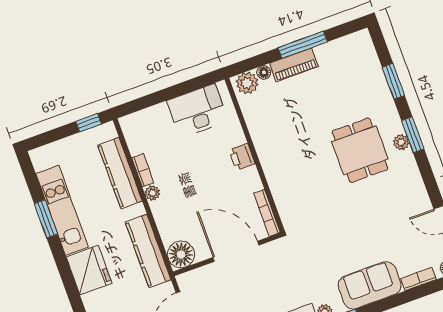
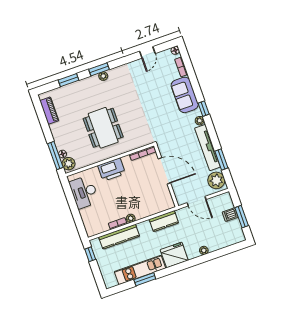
window: (303, 45) -> (55, 155), moved
piano: (294, 65) -> (49, 111), moved
dining table: (360, 150) -> (103, 128), moved, width x1.37
printer: (242, 157) -> (112, 170), width x1.87, depth x1.48
kitchen counter: (148, 251) -> (164, 221), width x0.67
door: (236, 251) -> (164, 171), swing flipped
floor lamp: (181, 254) -> (166, 202), removed

